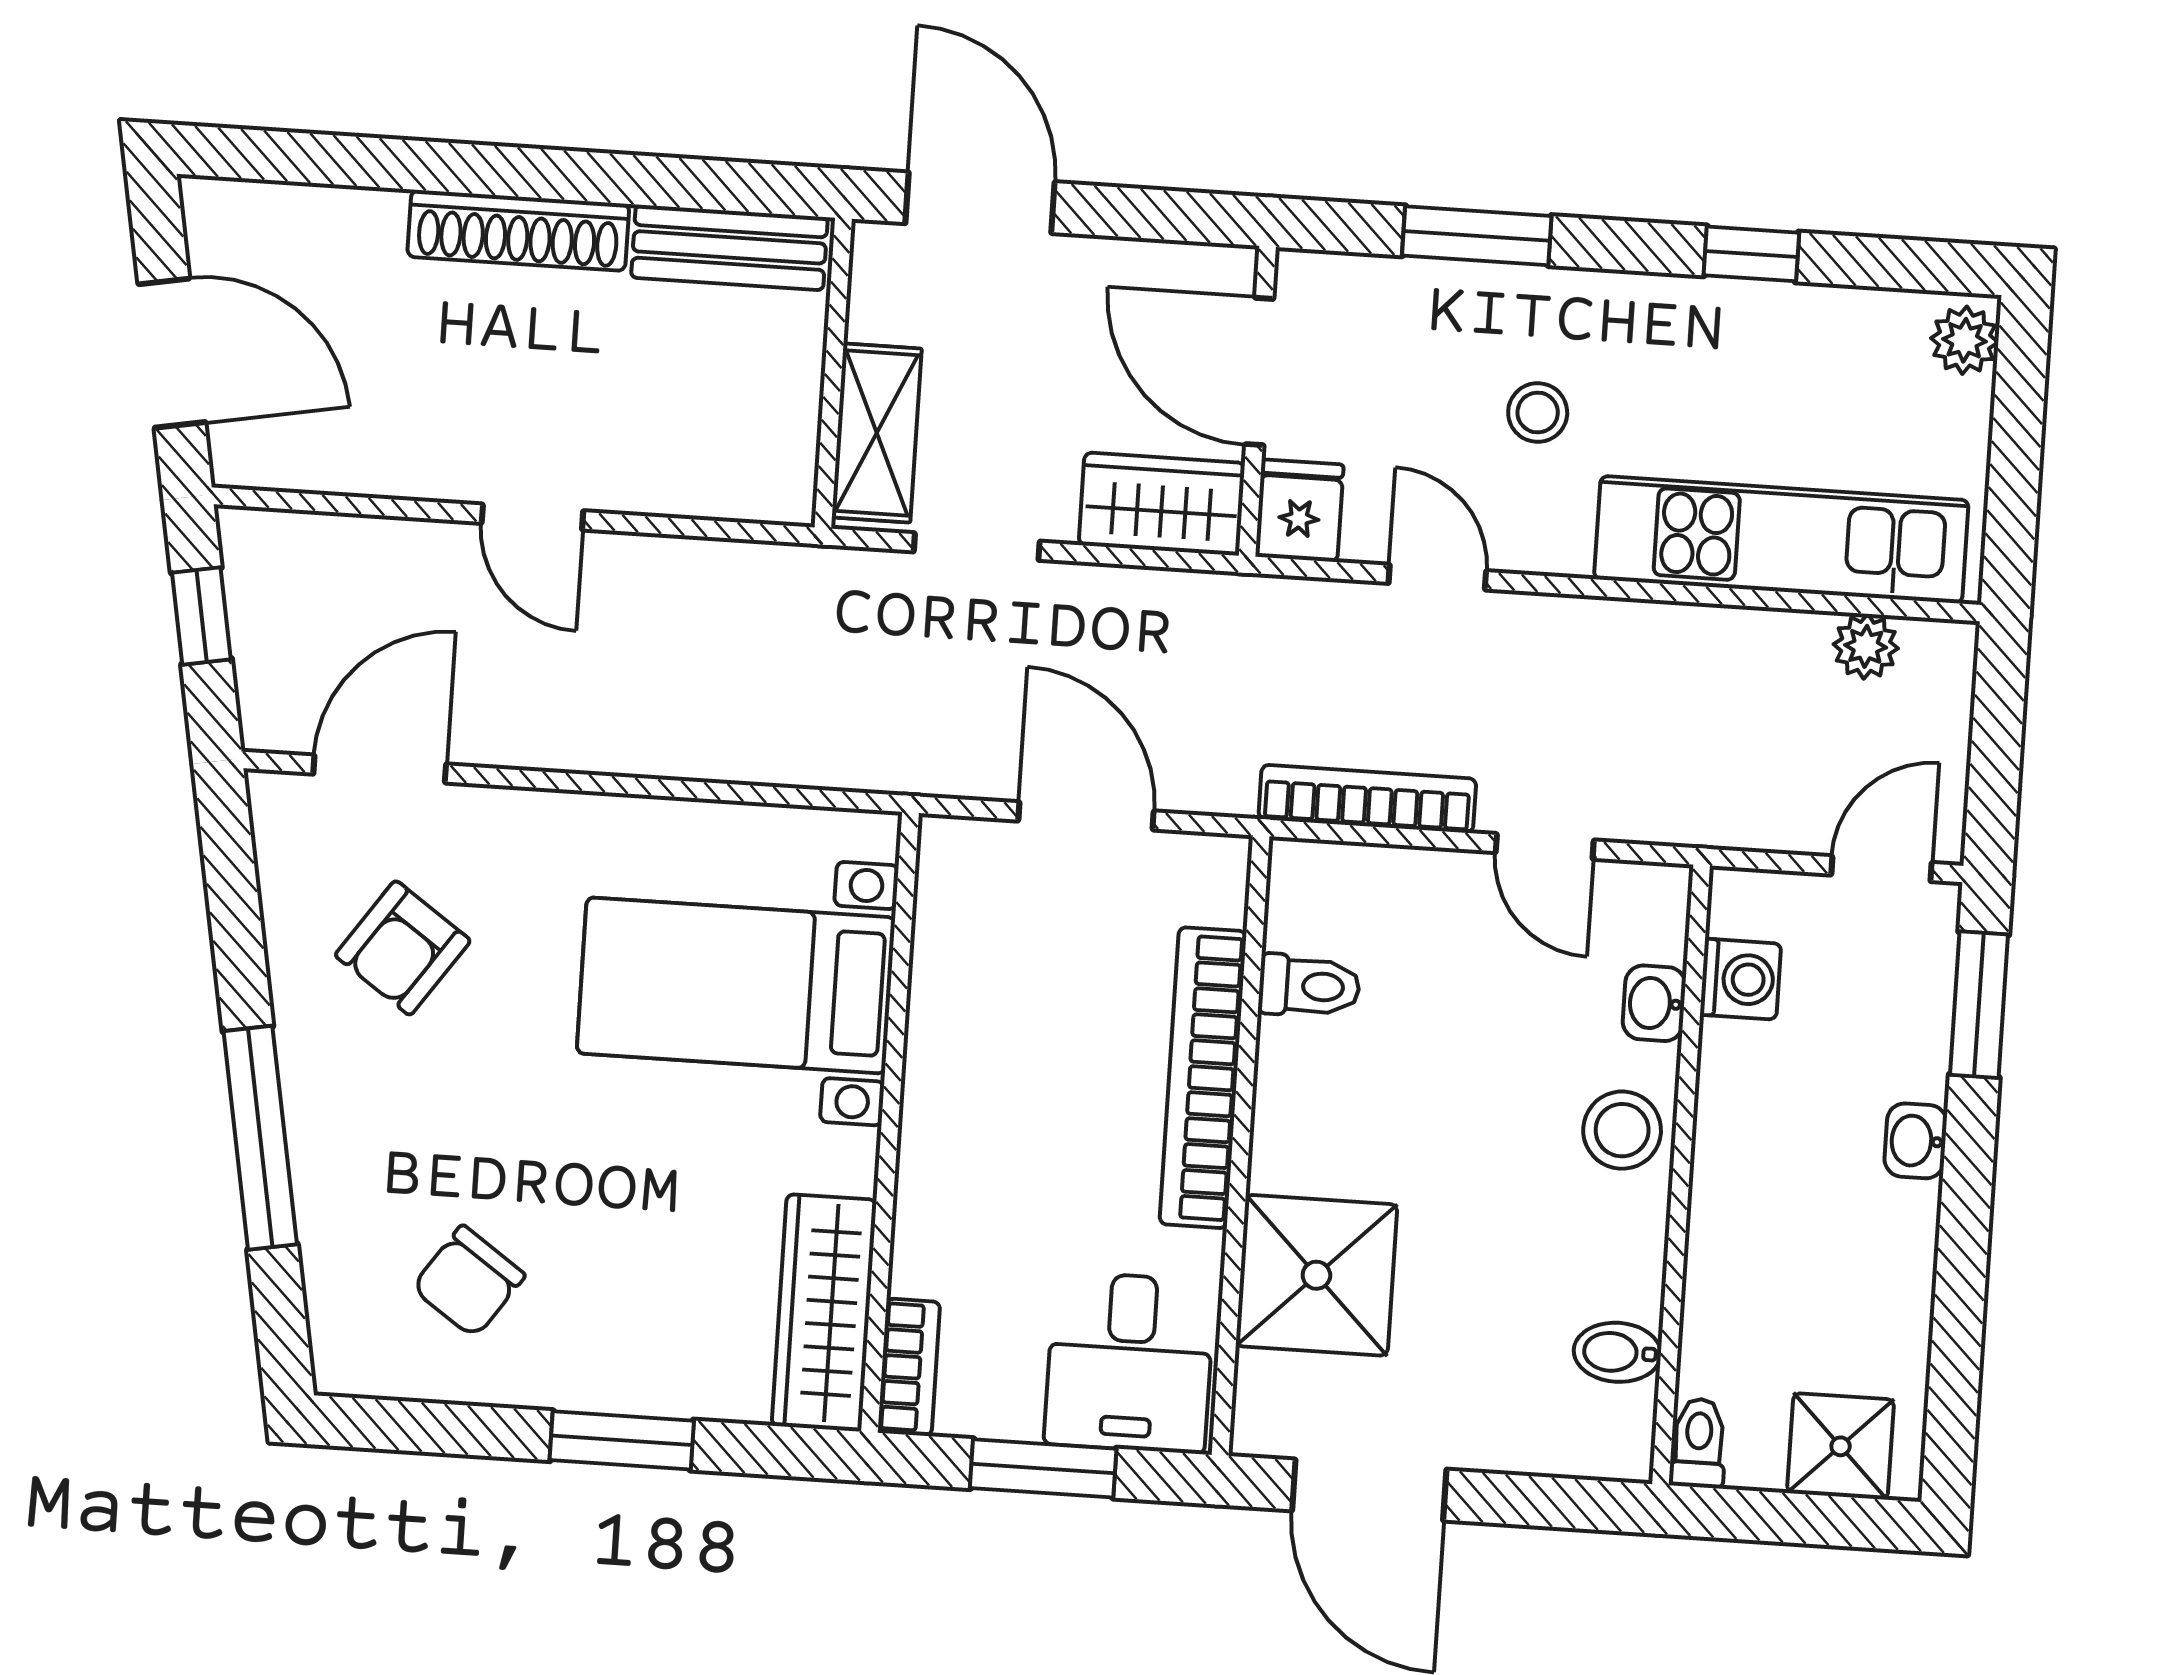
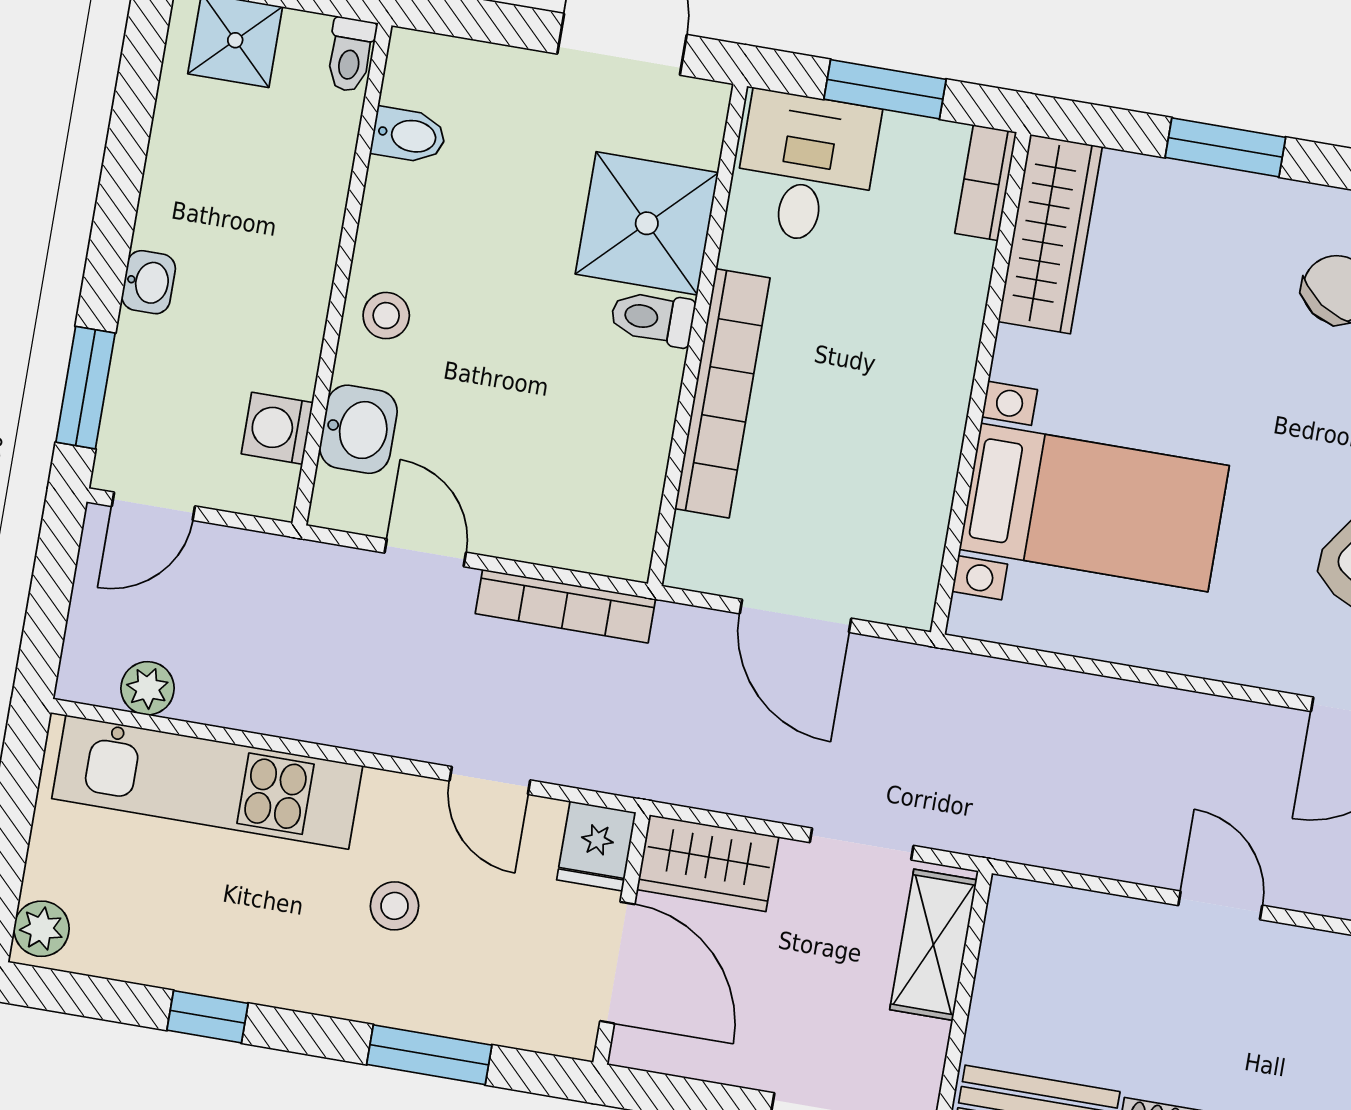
toilet: (1309, 986) -> (652, 318), moved
washbasin: (1654, 1003) -> (358, 429), width x1.38, depth x1.45
stool: (1622, 1130) -> (386, 316), width x0.73, depth x0.73

